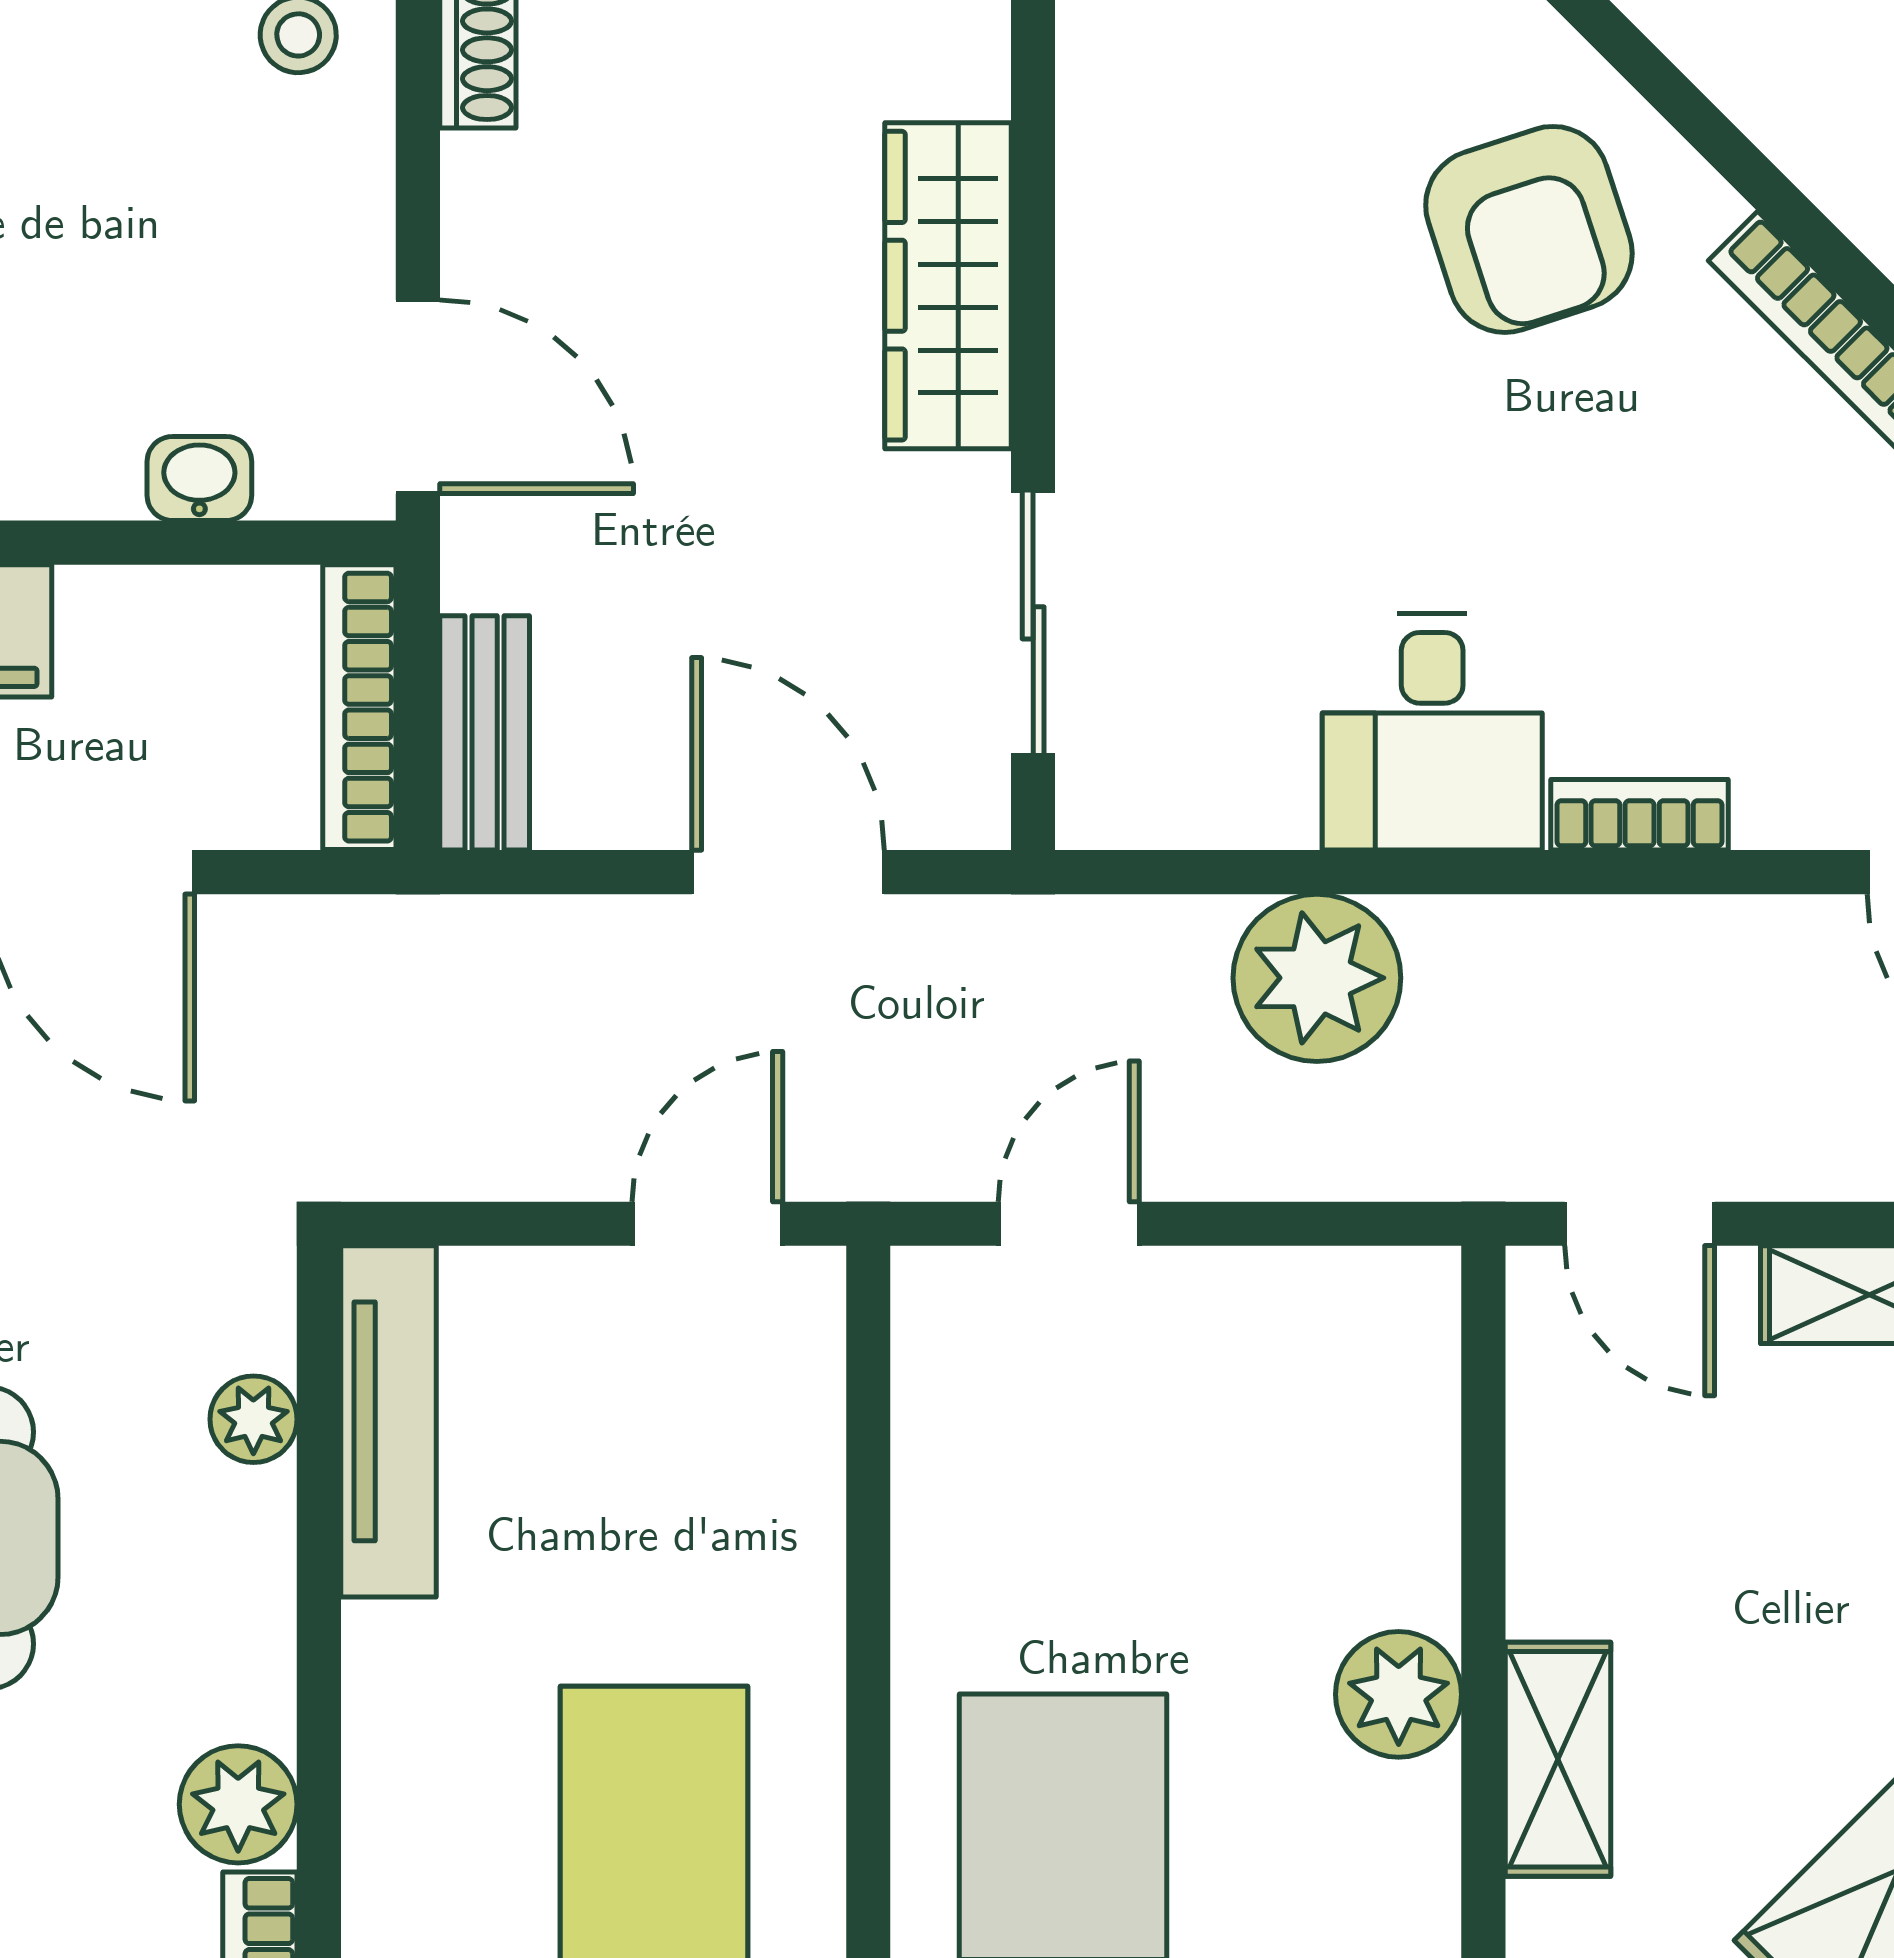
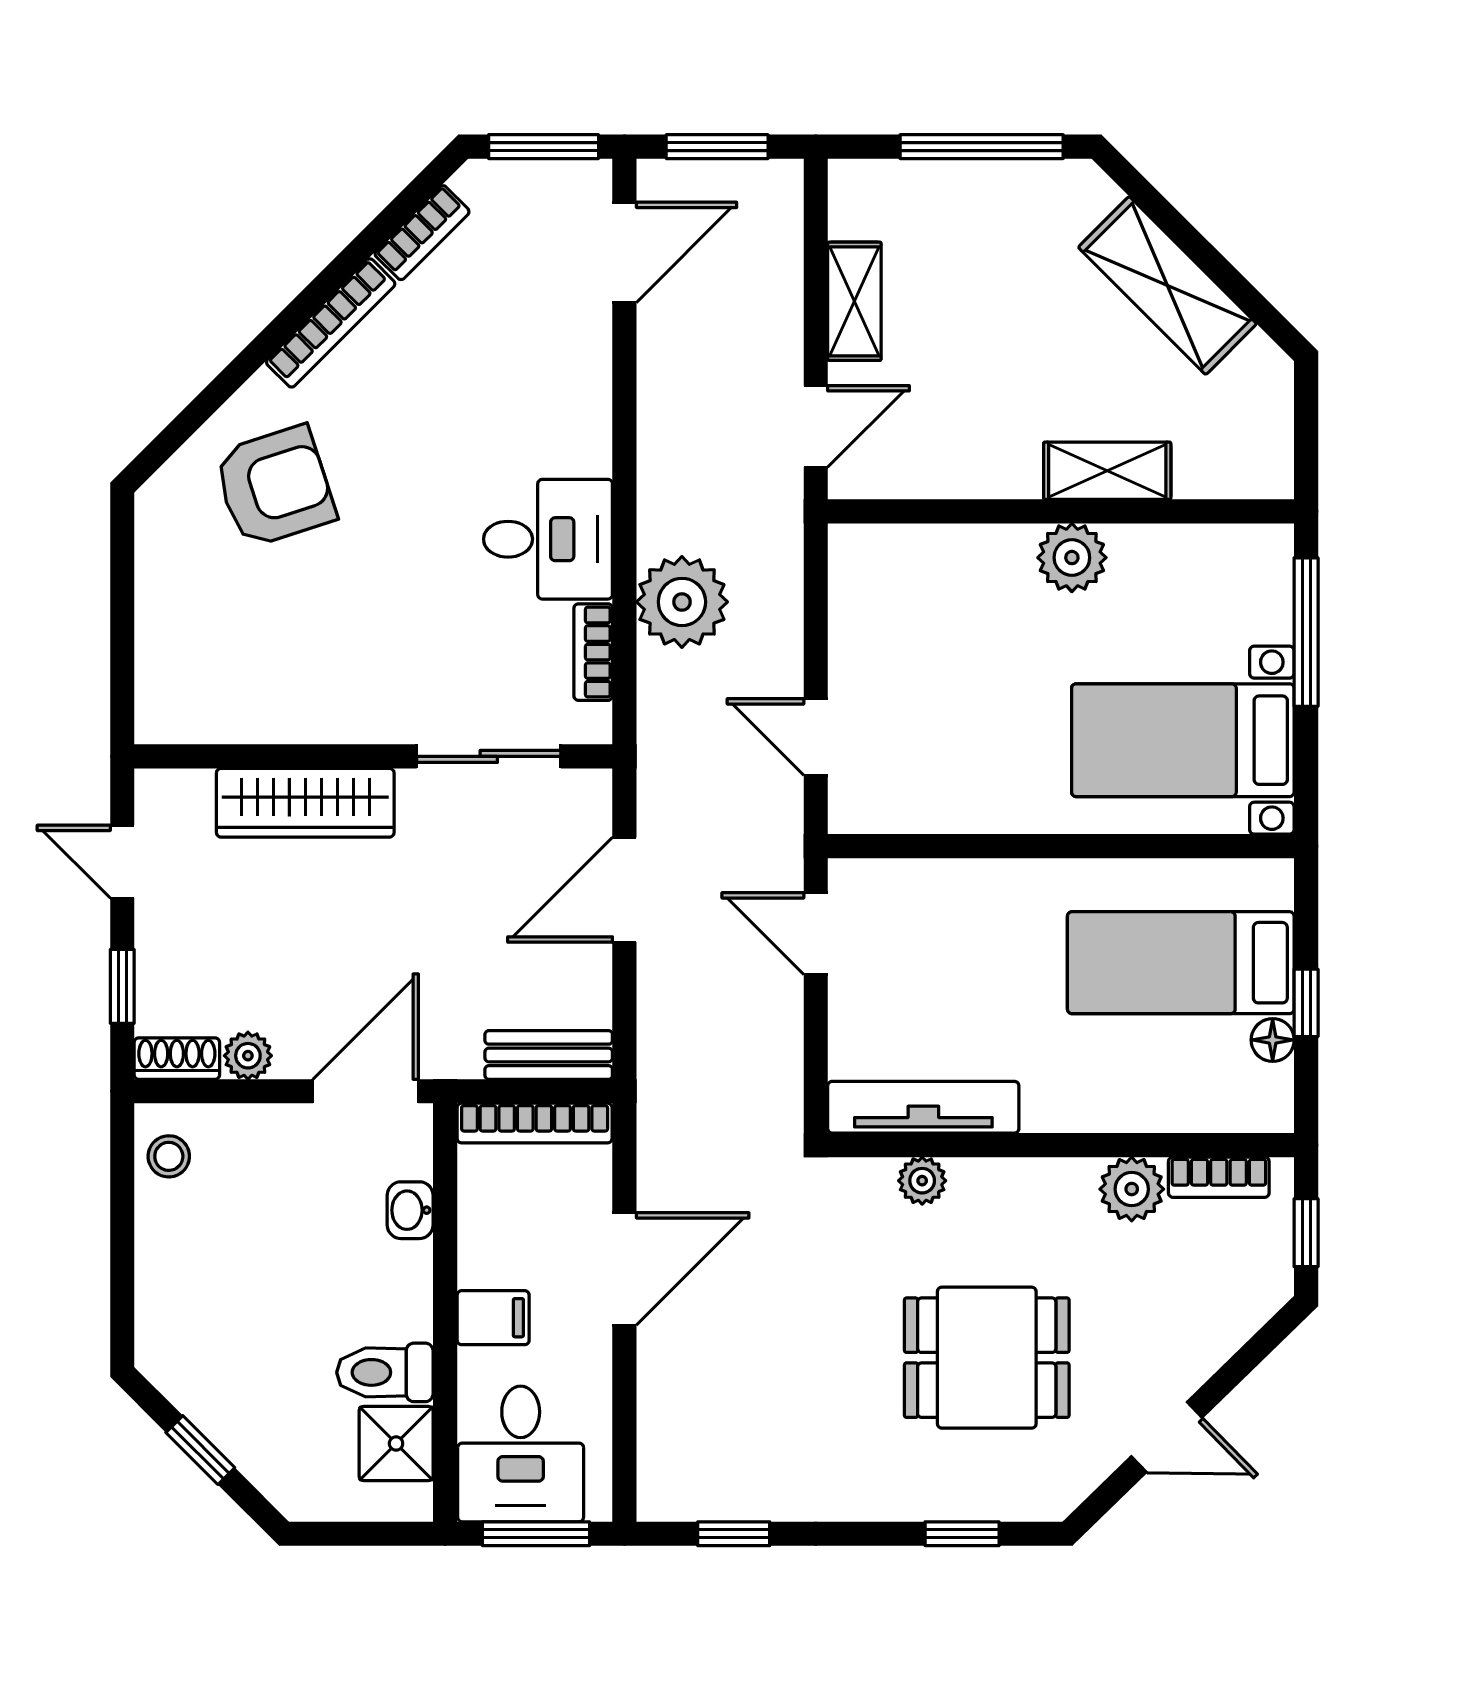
plant: (483, 180) -> (248, 1056), added
bookcase: (1640, 815) -> (593, 652), moved

